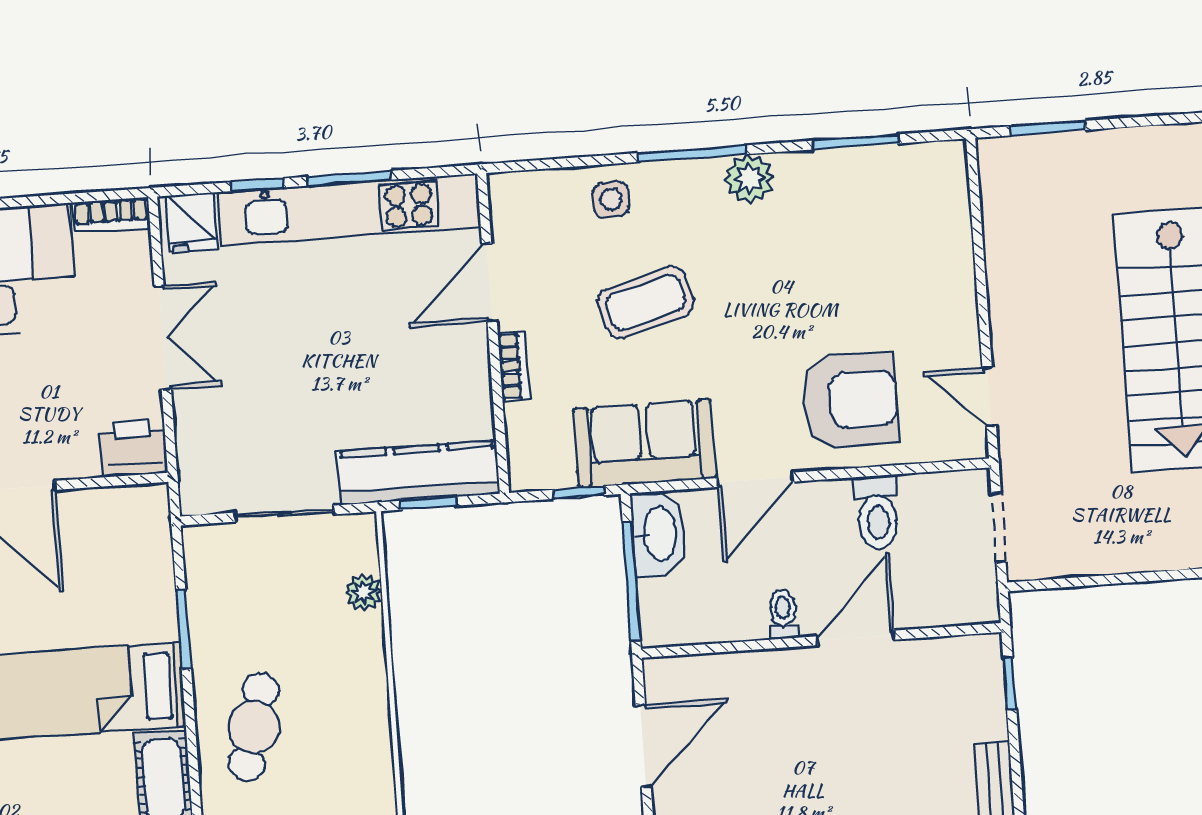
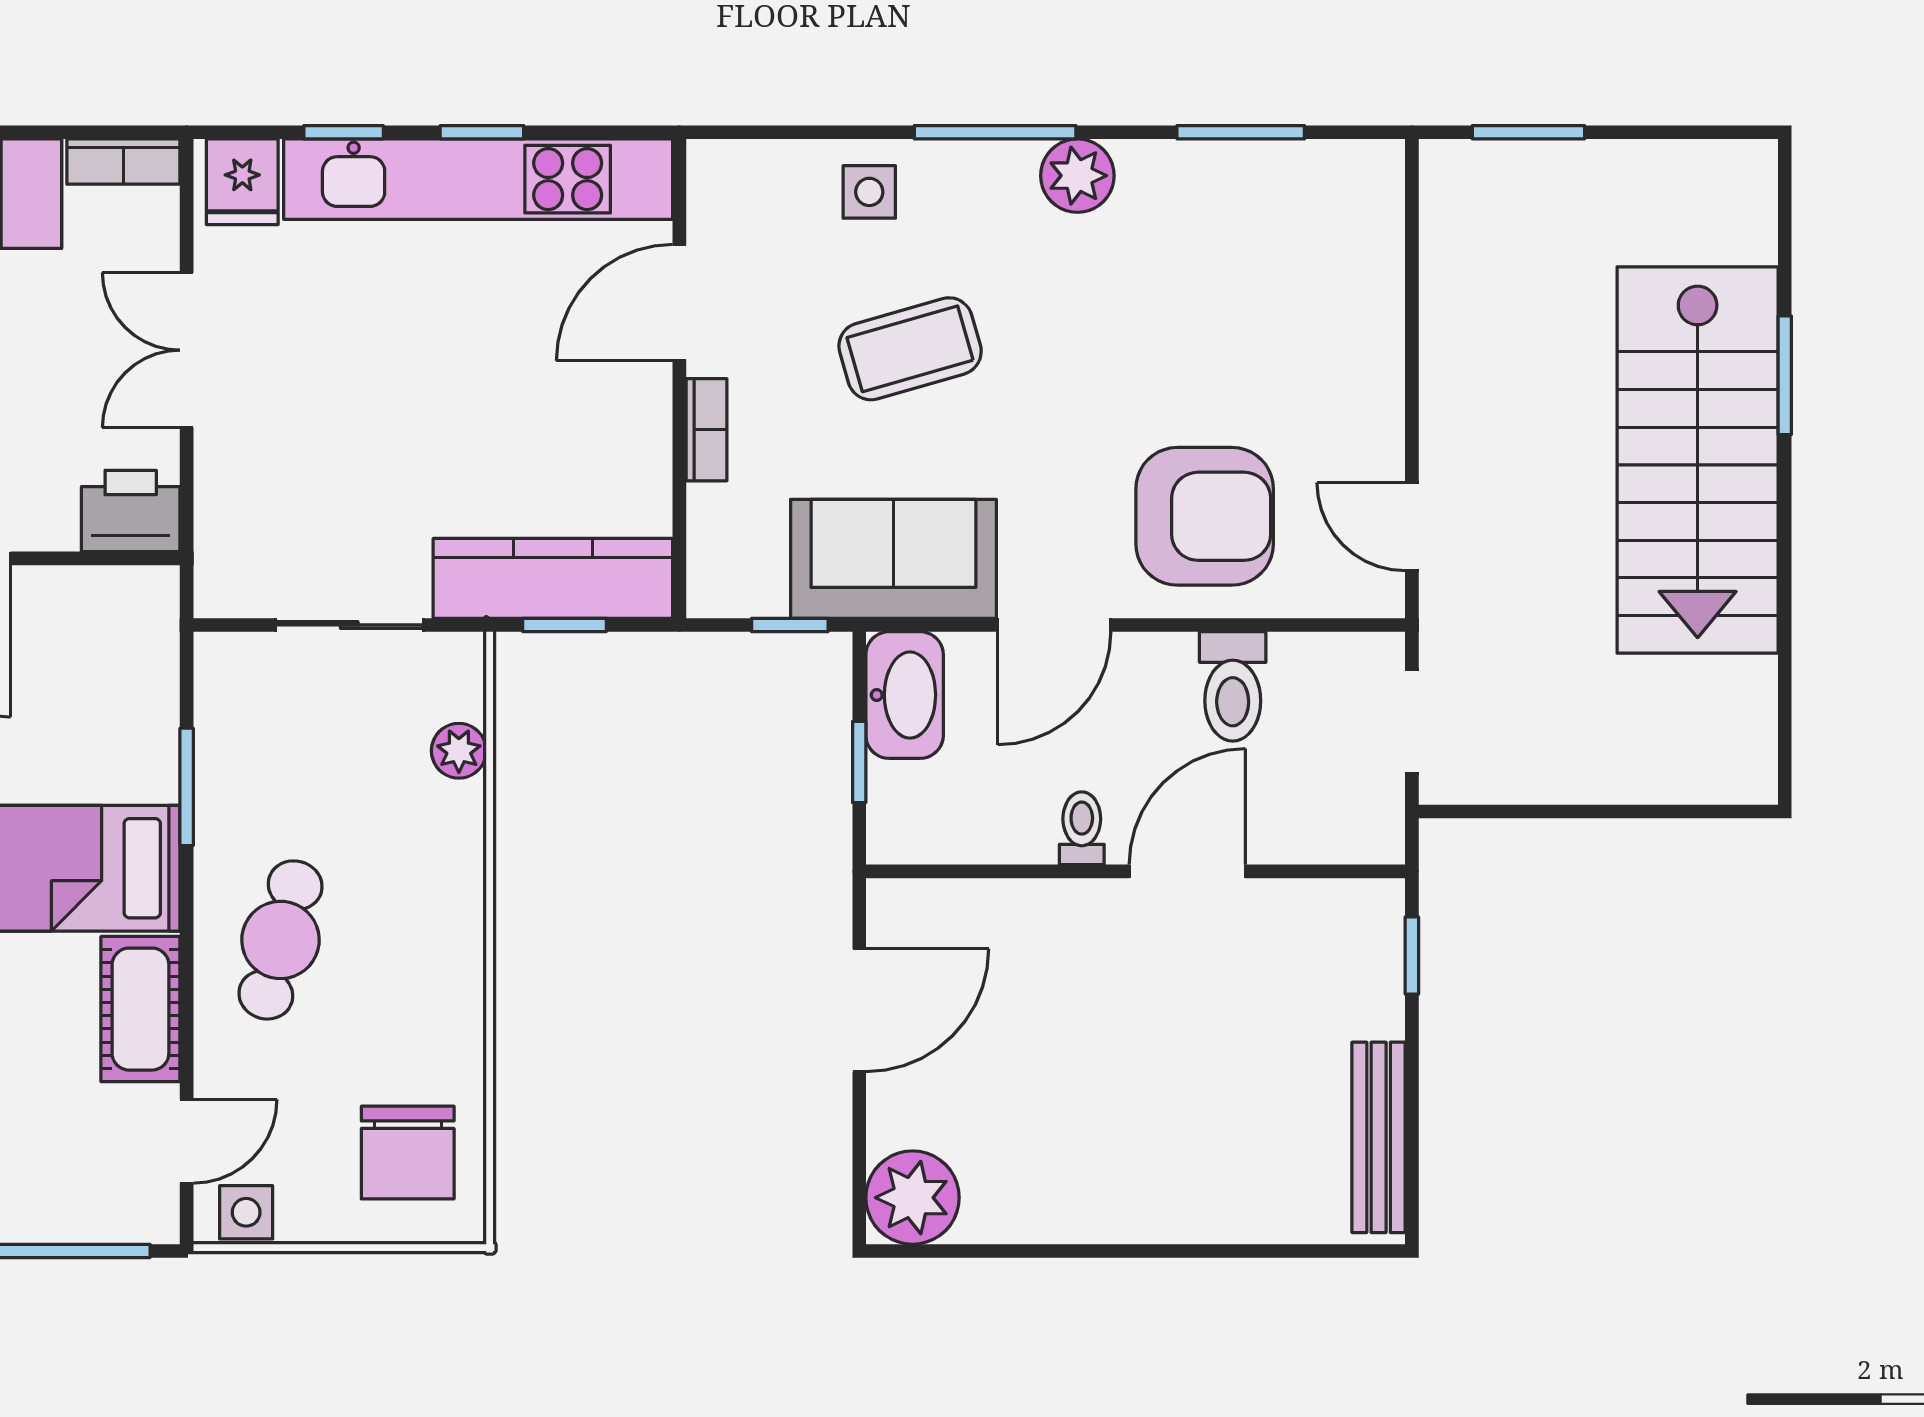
window: (349, 178) -> (482, 132), width x0.67
double door: (163, 338) -> (187, 350), swing flipped
window: (631, 581) -> (859, 762), width x0.46

